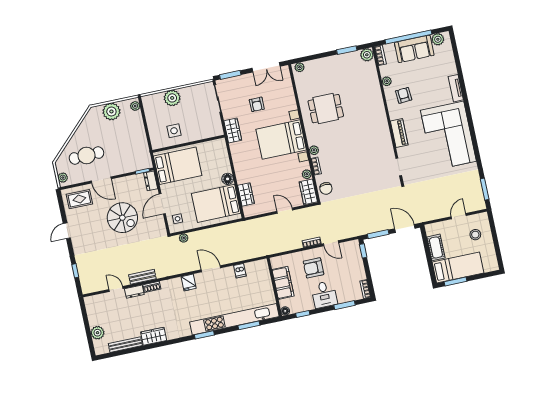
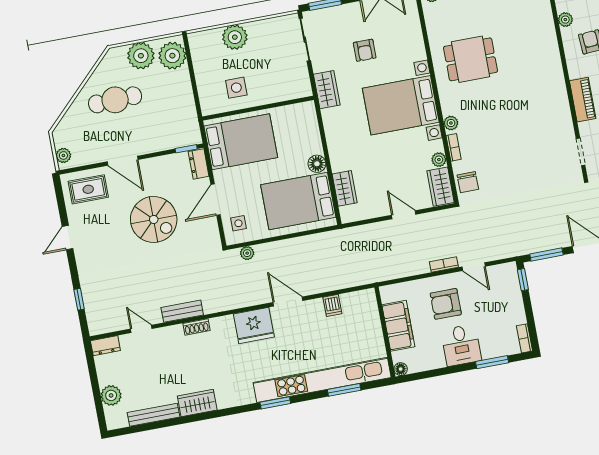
plant: (135, 106) -> (172, 56), width x1.87, depth x1.87
cafe table: (86, 156) -> (115, 100), moved
fridge: (189, 283) -> (254, 325), width x1.88, depth x1.34
dresser: (134, 292) -> (105, 346), moved
window: (303, 314) -> (428, 374), removed

